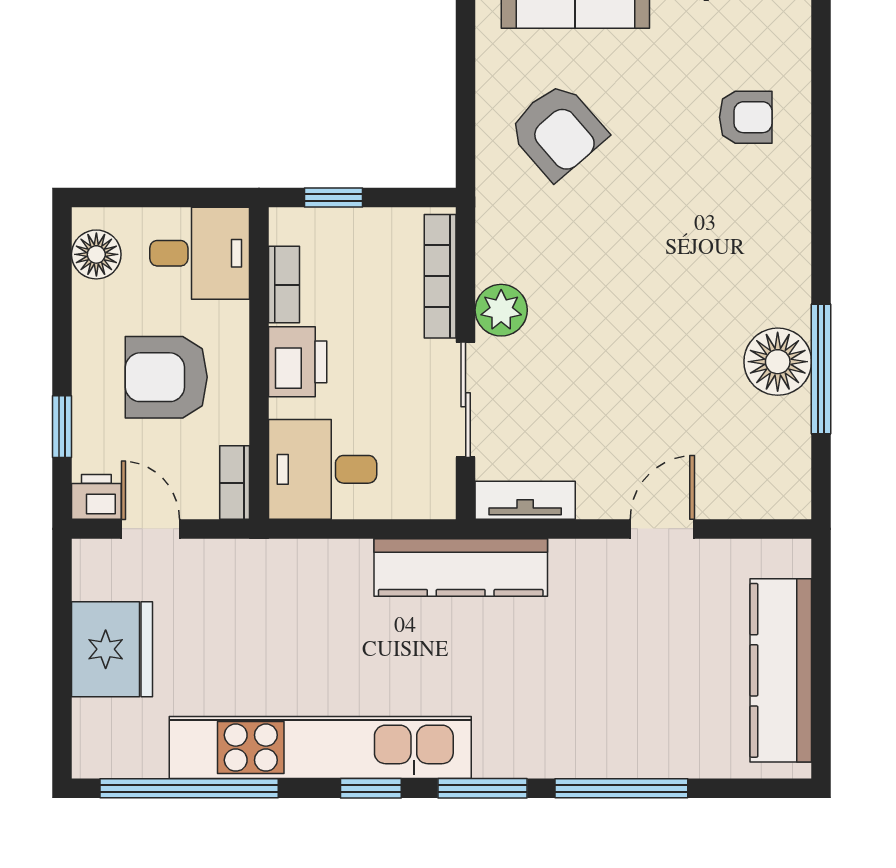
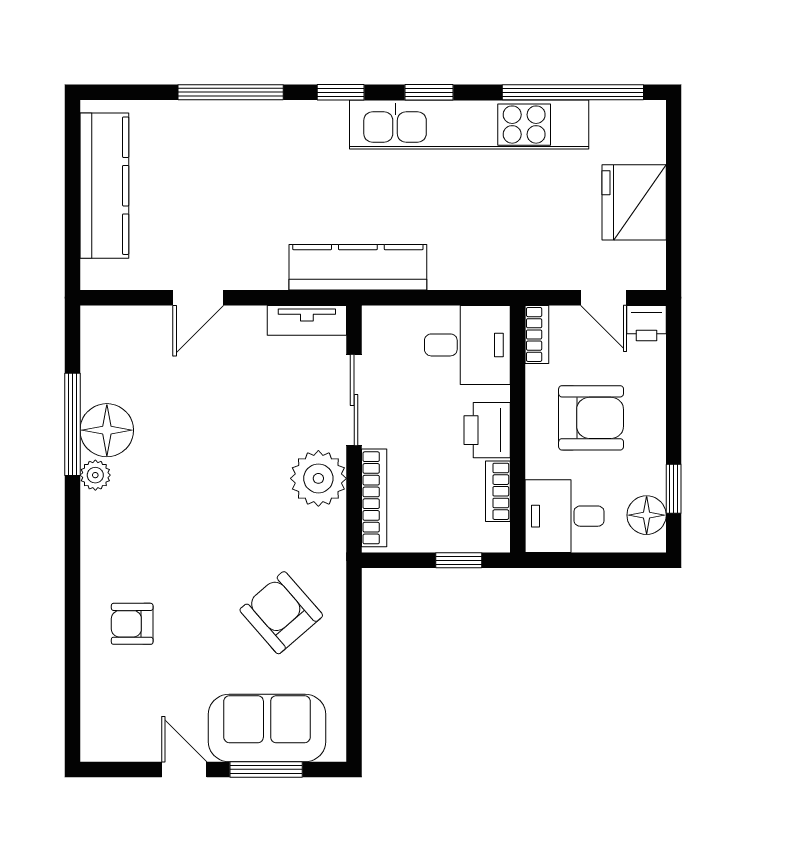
plant: (792, 305) -> (95, 475), added
plant: (501, 310) -> (318, 478), width x1.36, depth x1.36
window: (62, 427) -> (674, 489), moved
window: (482, 788) -> (341, 92), width x0.67

